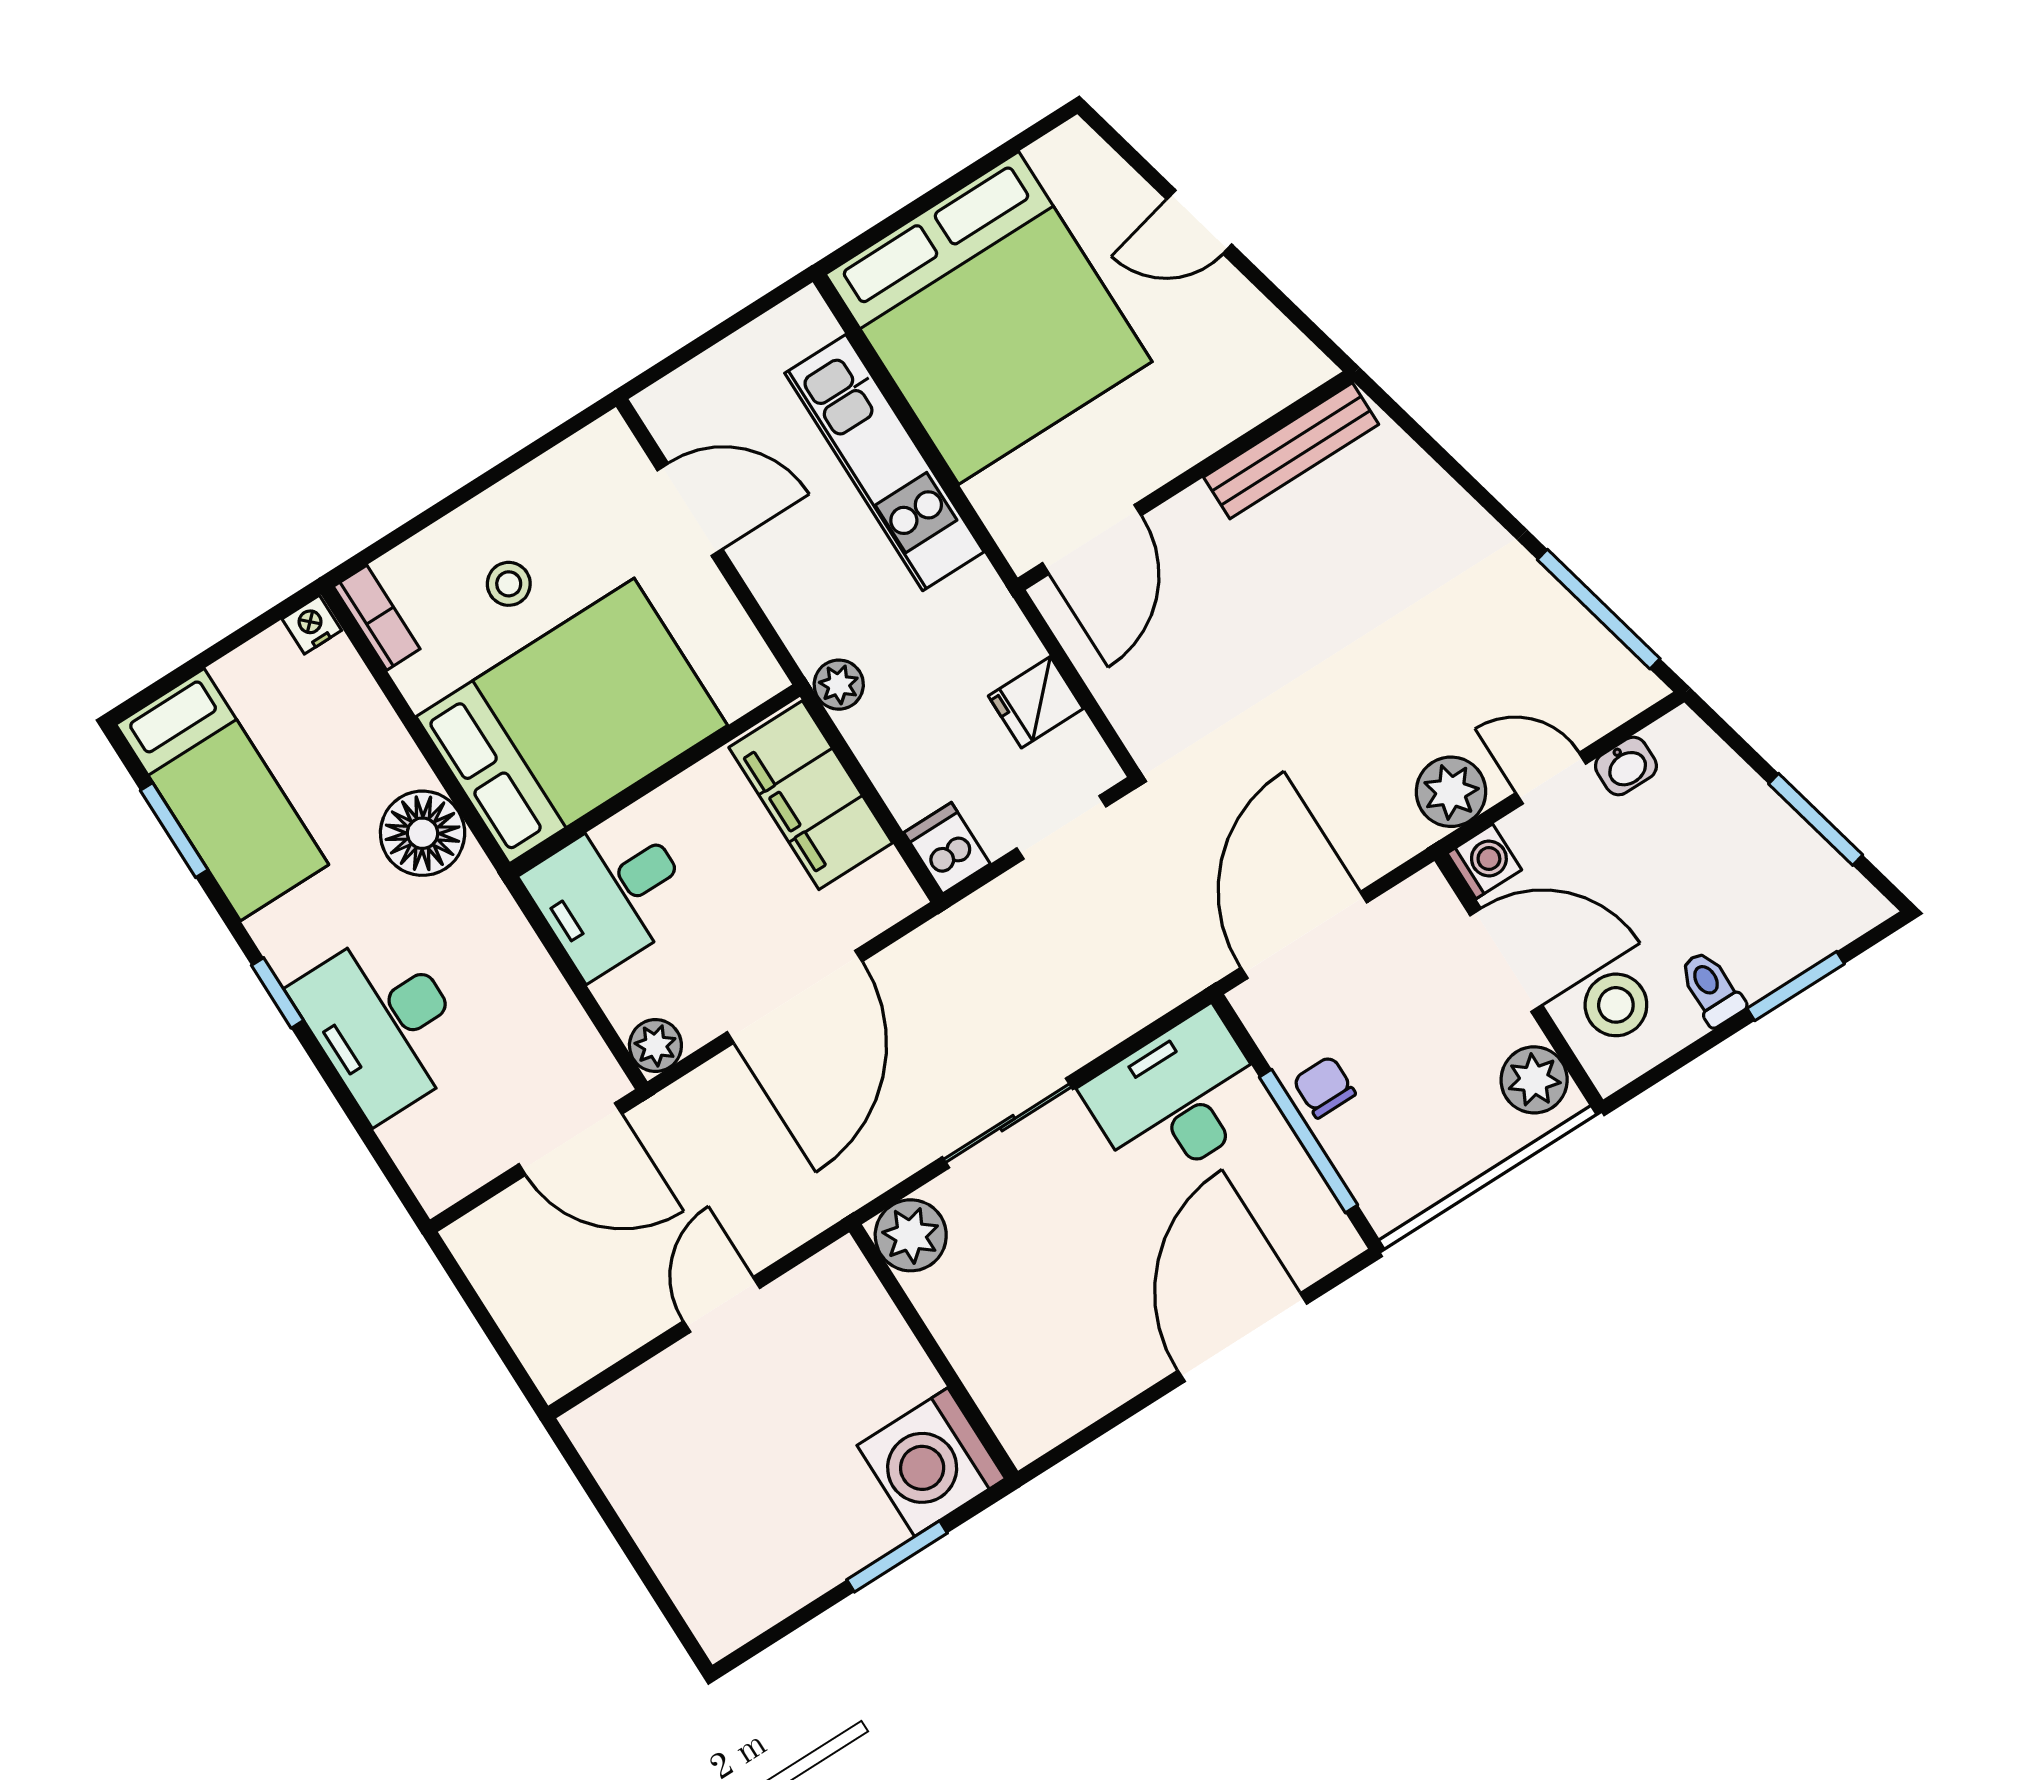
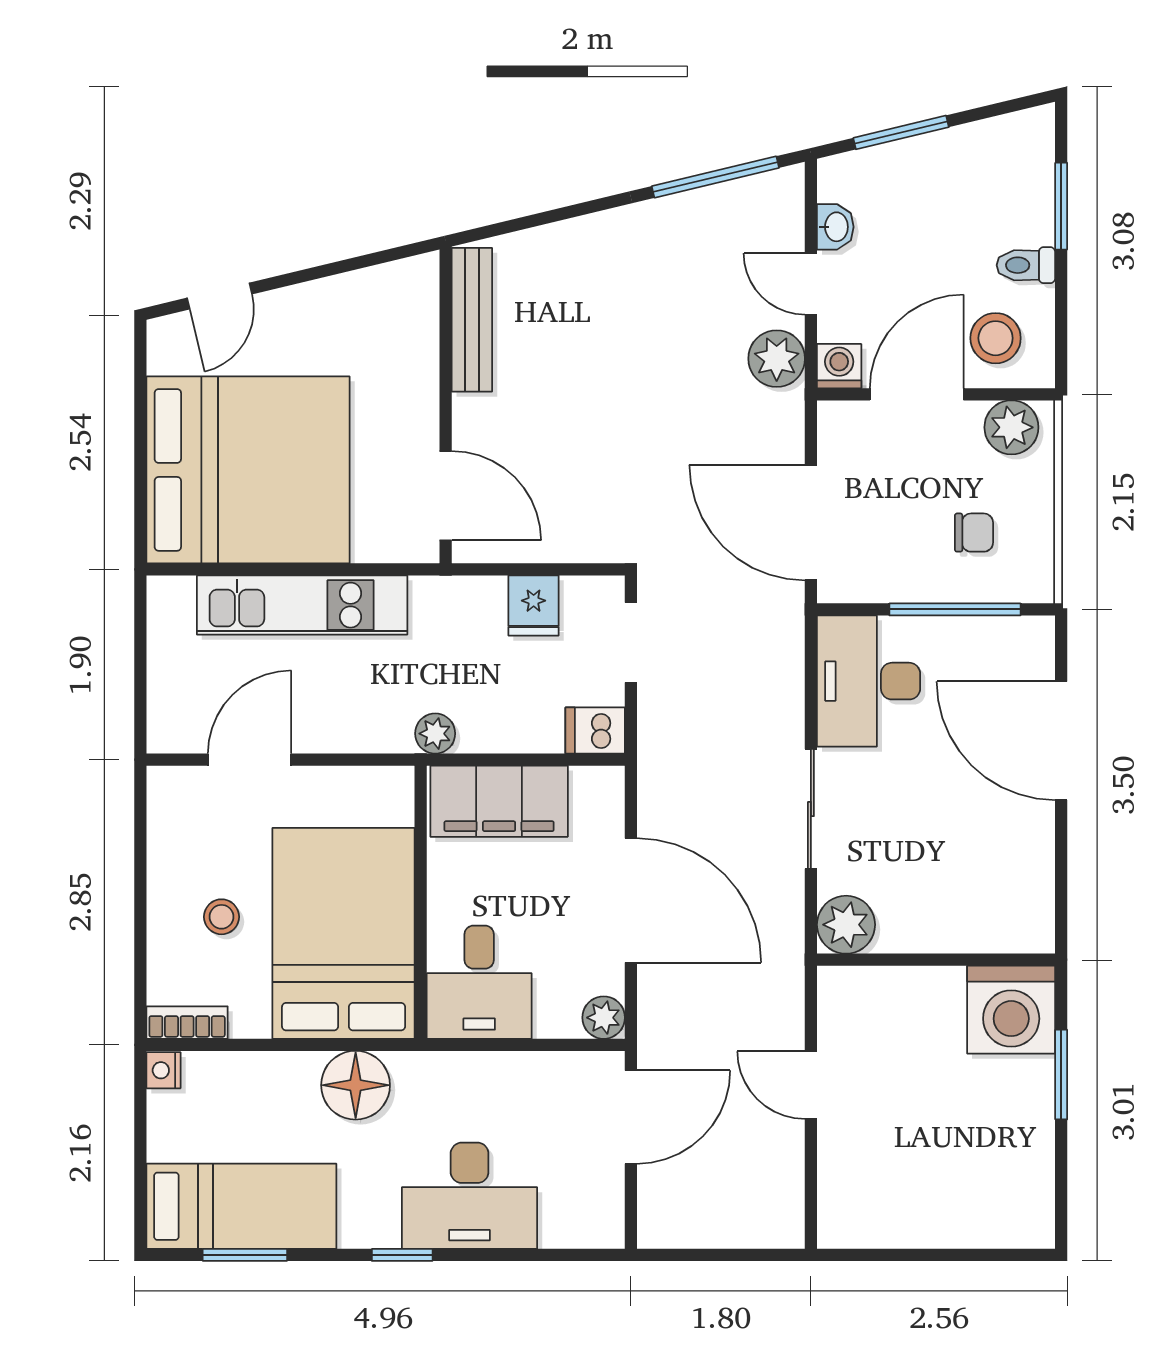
door: (1199, 222) -> (220, 296), moved
door: (1551, 778) -> (811, 284), hinge flipped
window: (1816, 819) -> (901, 132), moved
chair: (1324, 1087) -> (974, 533), moved, turned 180

